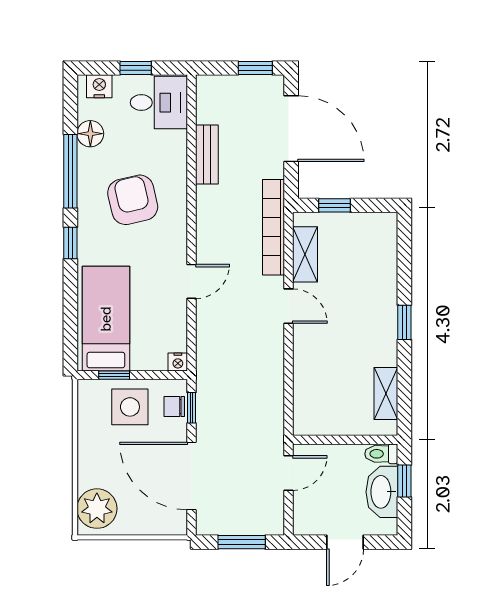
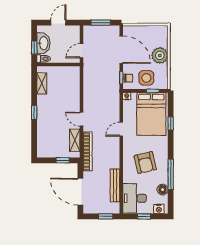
window: (255, 68) -> (106, 216), moved
desk: (159, 103) -> (134, 198), width x1.37
bench: (207, 155) -> (115, 185), width x1.36
window: (70, 243) -> (171, 123), moved
bed: (106, 319) -> (151, 114), width x1.50
plant: (97, 509) -> (160, 55), moved

